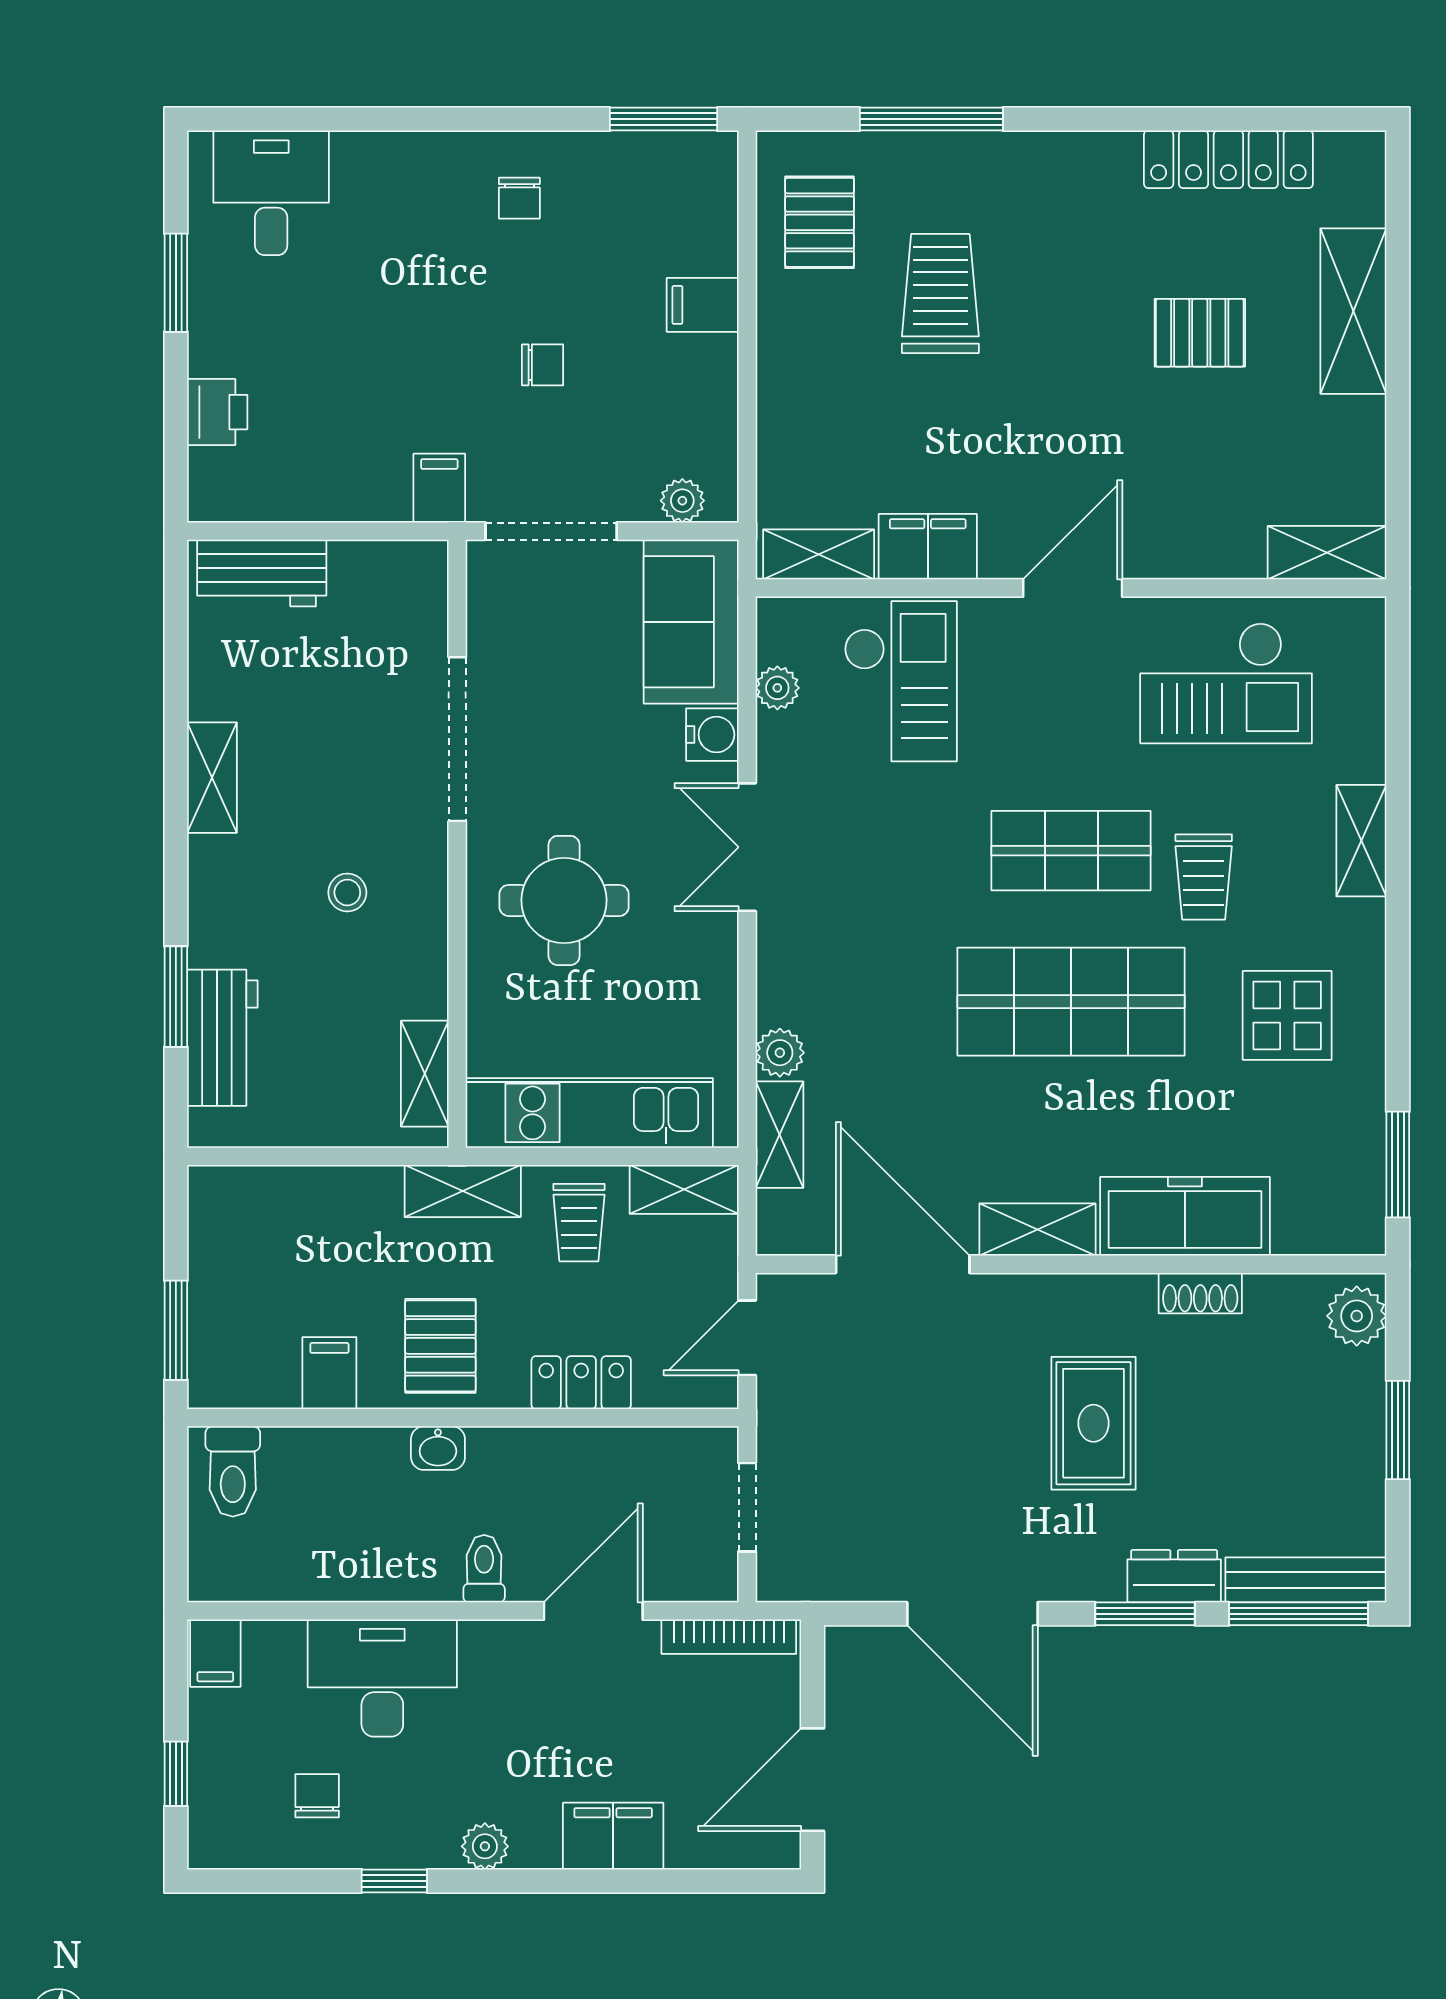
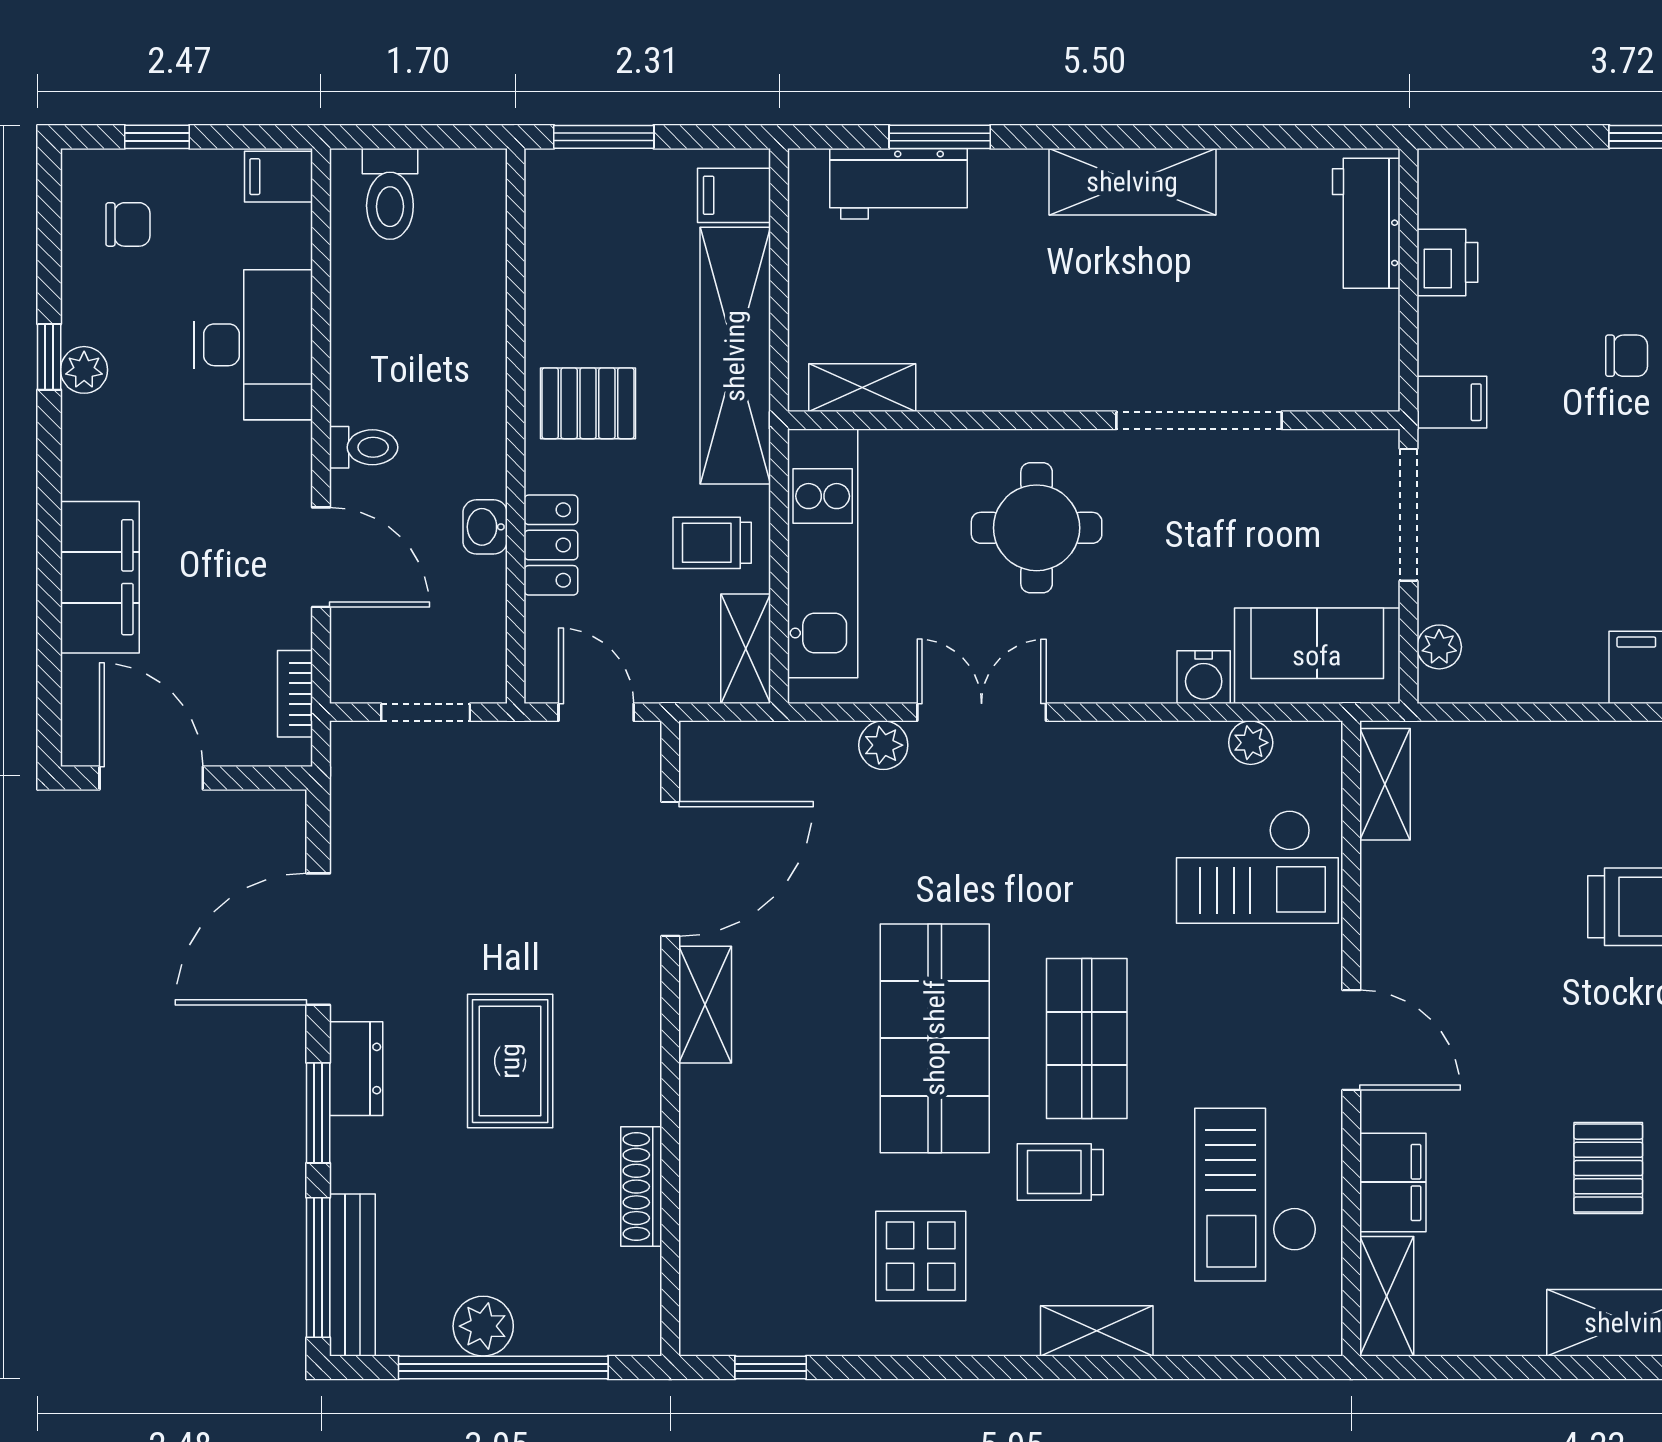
chair: (543, 365) -> (1627, 356), moved, turned -90
printer: (217, 412) -> (1447, 262), moved, turned -90
filing cabinet: (928, 547) -> (1393, 1182), moved
shelving: (212, 778) -> (1132, 182), width x1.50, depth x1.33
double door: (747, 847) -> (982, 712), moved
stool: (347, 892) -> (1045, 310), removed
shelving: (780, 1135) -> (801, 745), removed
window: (1398, 1165) -> (771, 1368), width x0.67
shelving: (463, 1191) -> (735, 356), width x2.20, depth x1.33
freezer: (1185, 1216) -> (718, 1153), removed
shoe rack: (1200, 1293) -> (641, 1187), width x1.43
plant: (1357, 1316) -> (483, 1326), moved
filing cabinet: (329, 1373) -> (734, 195), moved, turned 180
rug: (1094, 1423) -> (510, 1061), turned 90
window: (1398, 1430) -> (503, 1368), width x2.11
washbasin: (438, 1448) -> (485, 527), moved
toilet: (233, 1471) -> (390, 194), moved, turned -90
dresser: (1174, 1576) -> (356, 1069), moved
bookcase: (729, 1637) -> (295, 694), width x0.64
chair: (317, 1796) -> (128, 224), moved
filing cabinet: (613, 1836) -> (100, 577), width x1.50, depth x1.17
plant: (485, 1846) -> (84, 370), moved

